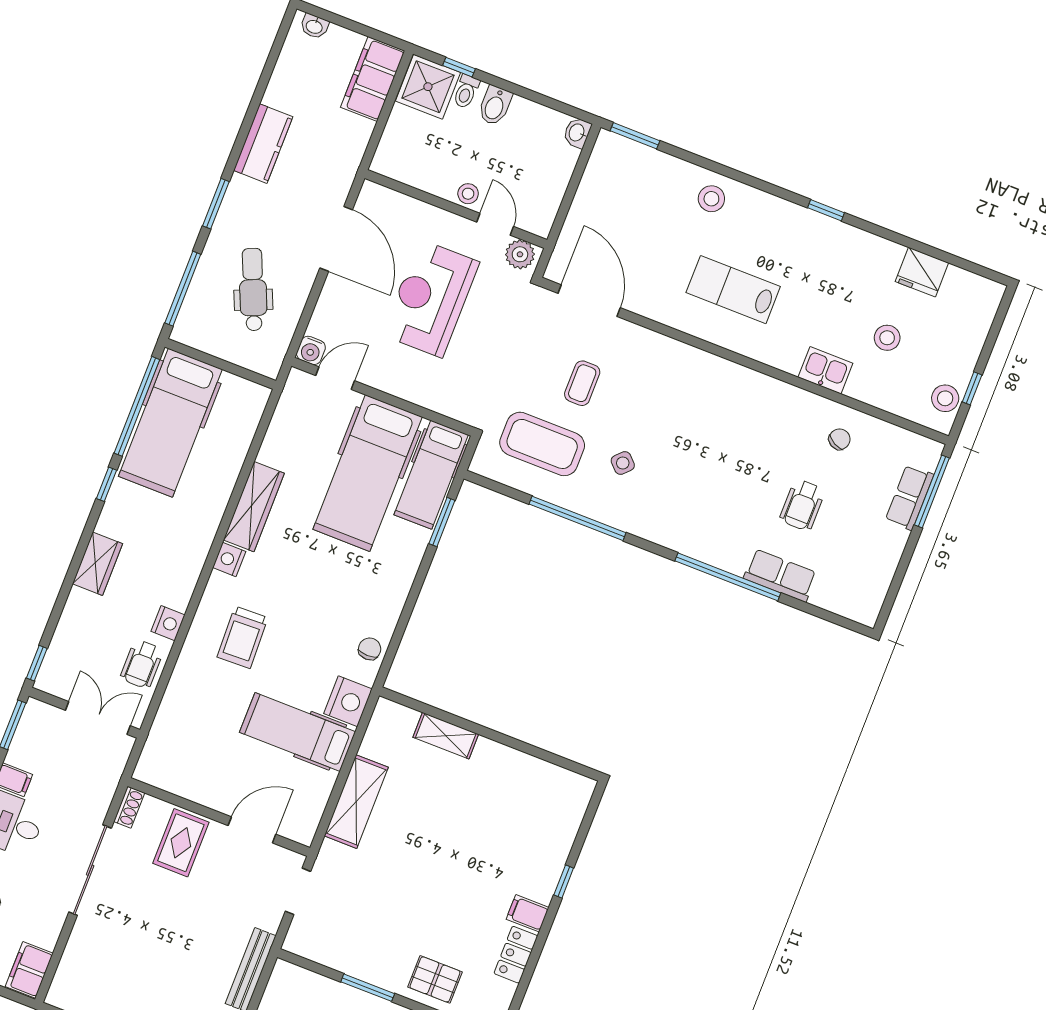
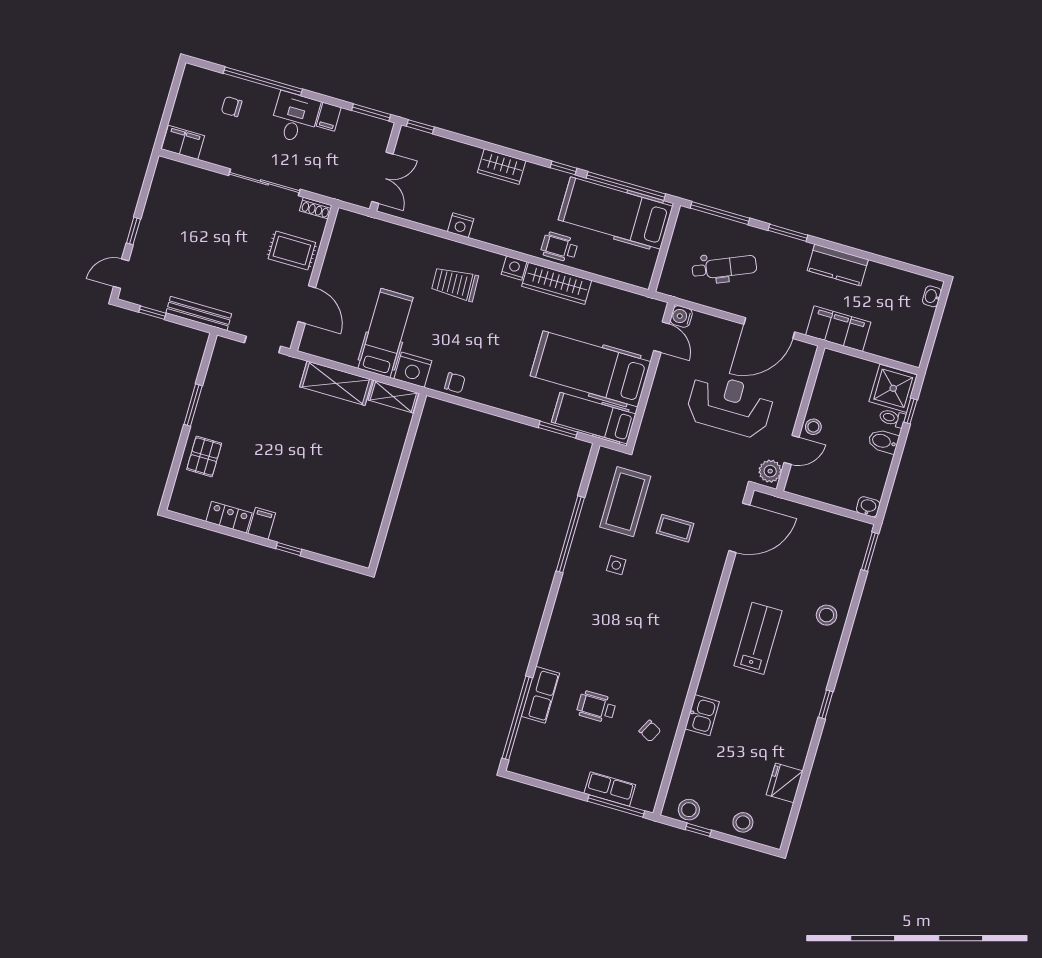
filing cabinet: (373, 79) -> (838, 329), moved
stool: (887, 338) -> (743, 822), moved
side table: (623, 463) -> (616, 565), turned 45
window: (728, 577) -> (517, 718), moved
wheelchair: (142, 664) -> (559, 247), moved
shelving: (446, 736) -> (393, 397), moved, turned 90

